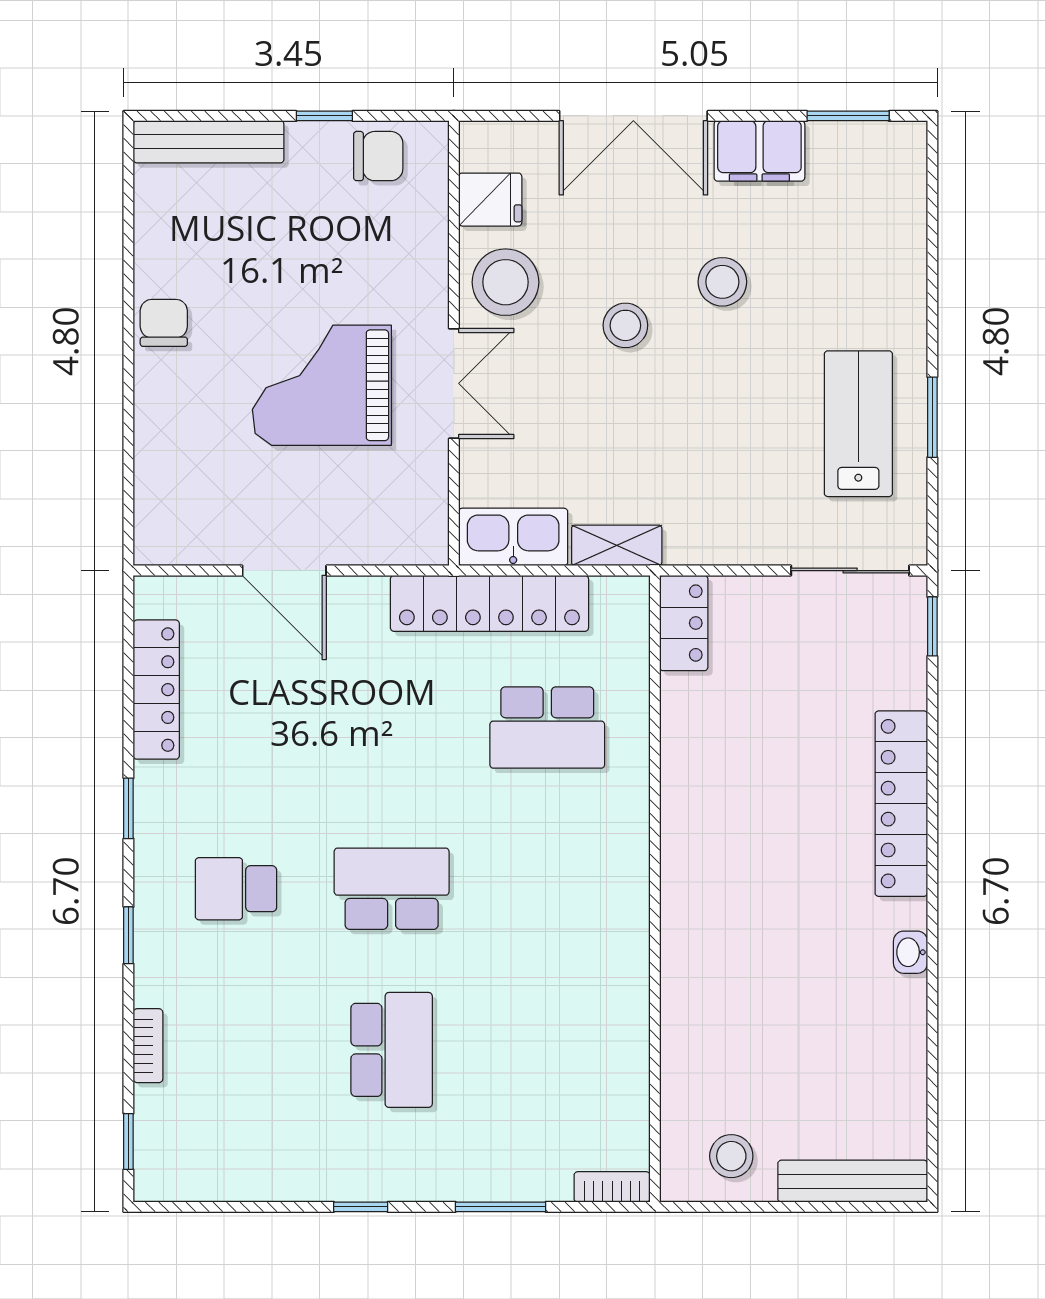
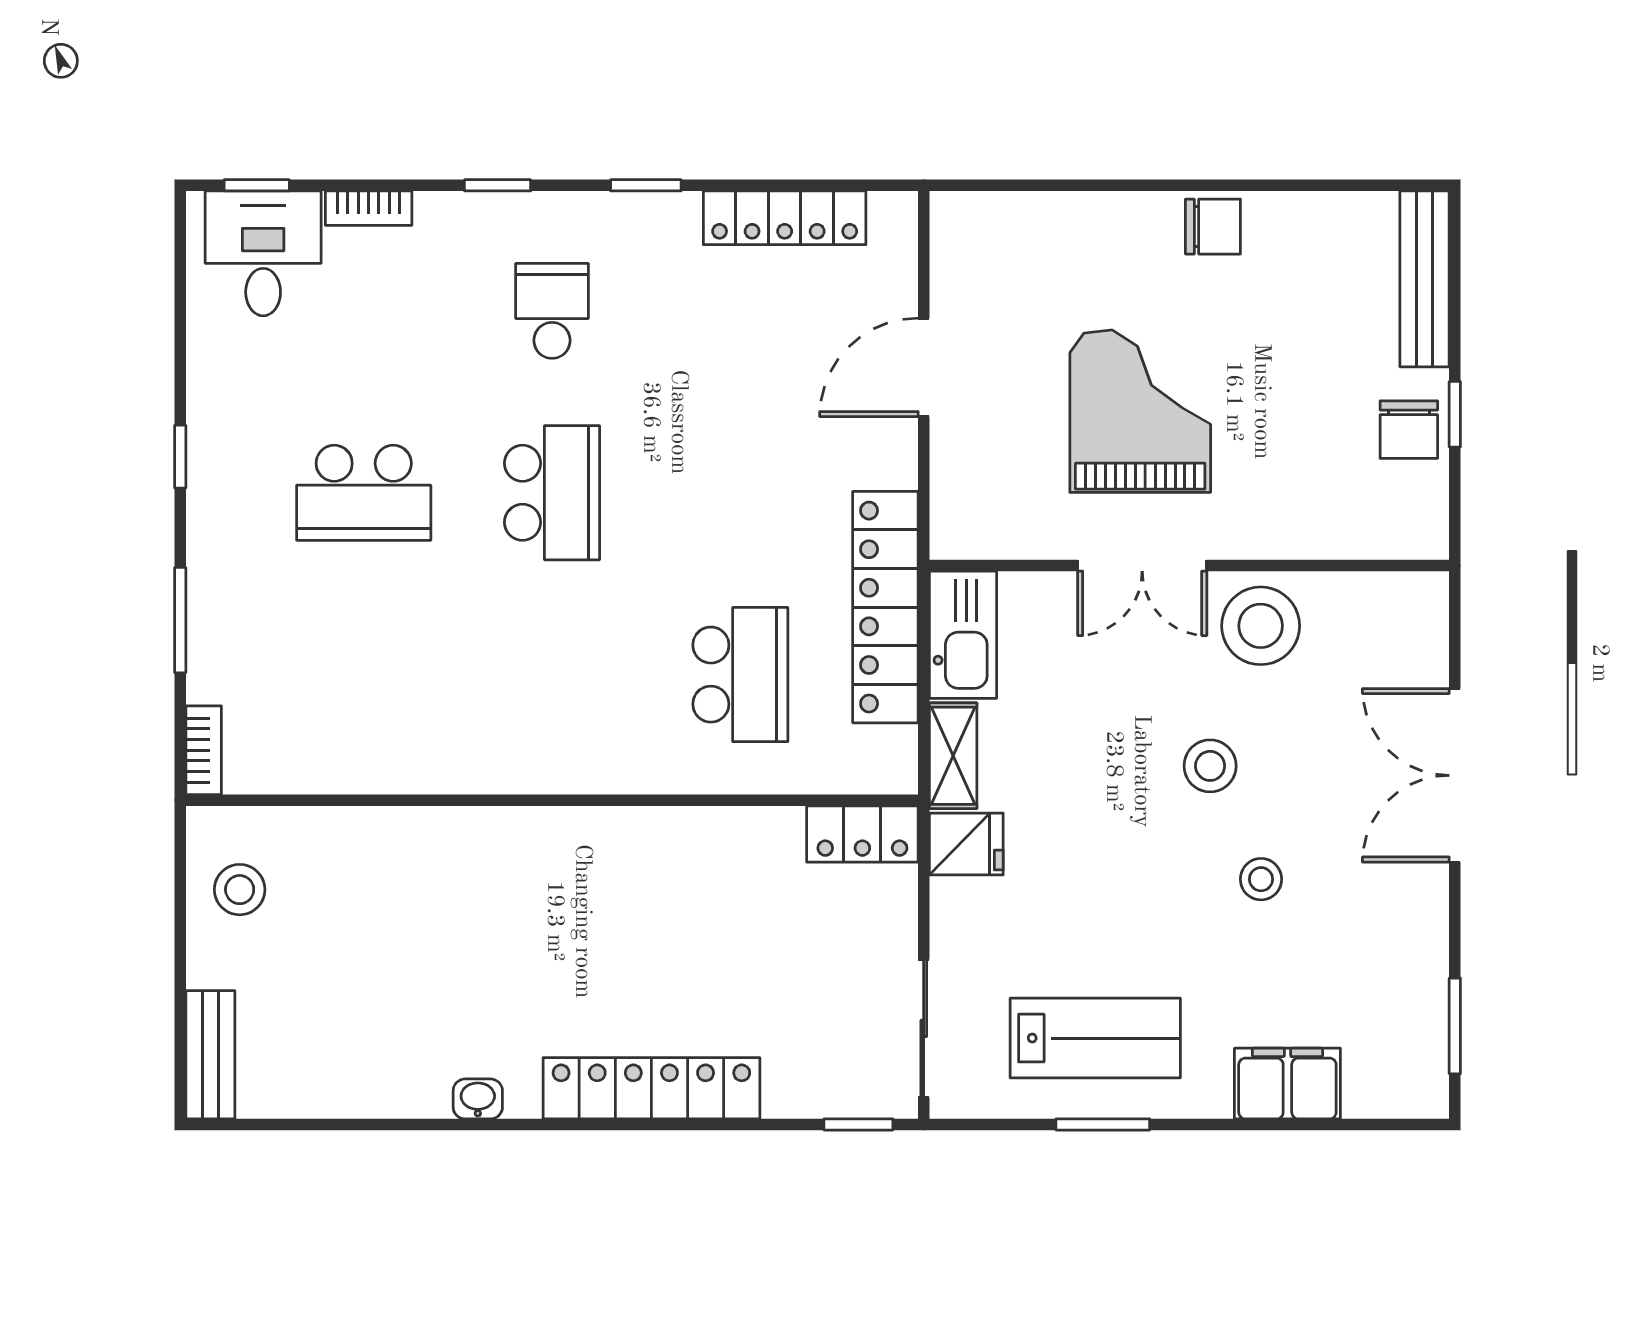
filing cabinet: (759, 151) -> (1287, 1084), moved, turned 90
chair: (378, 156) -> (1409, 430), moved
fridge: (490, 200) -> (966, 844), moved, turned -90
stool: (722, 282) -> (1261, 879), width x0.73, depth x0.73
school desk: (547, 728) -> (740, 675), turned 180
desk: (187, 1136) -> (263, 253), added
bench: (853, 1181) -> (210, 1055), width x0.73

